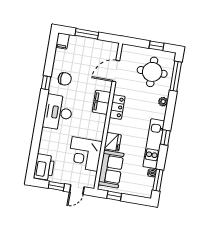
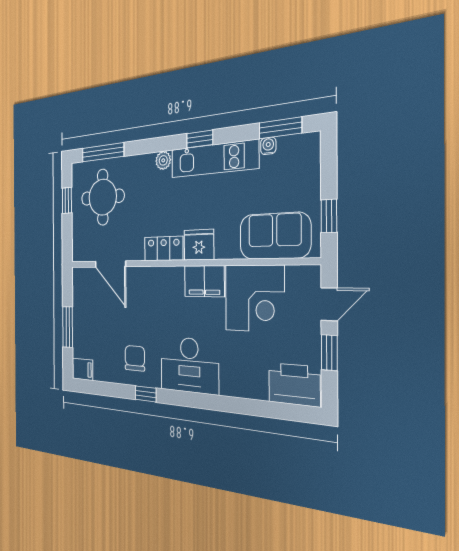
filing cabinet: (101, 102) -> (204, 281), moved
plant: (163, 102) -> (163, 160), moved
fridge: (113, 142) -> (199, 245), moved
door: (77, 190) -> (329, 304), hinge flipped

